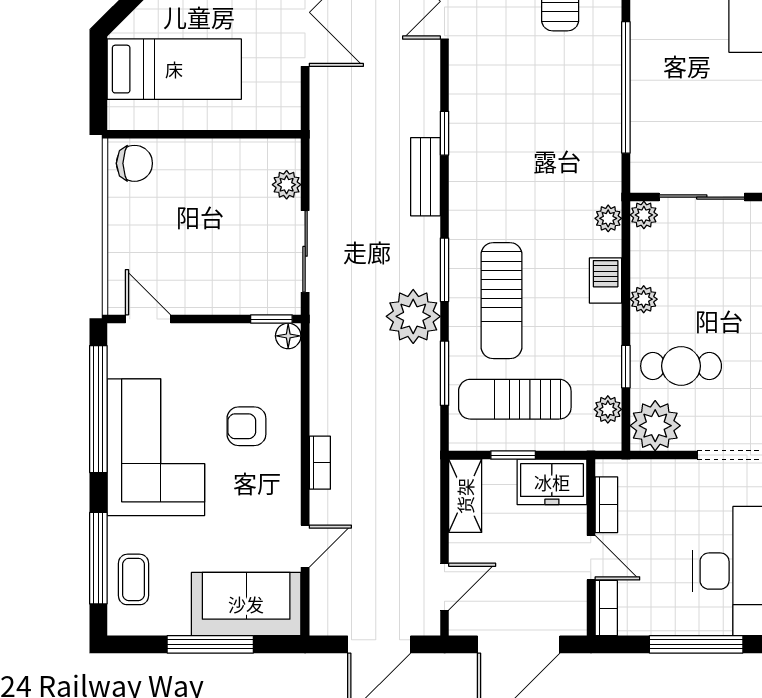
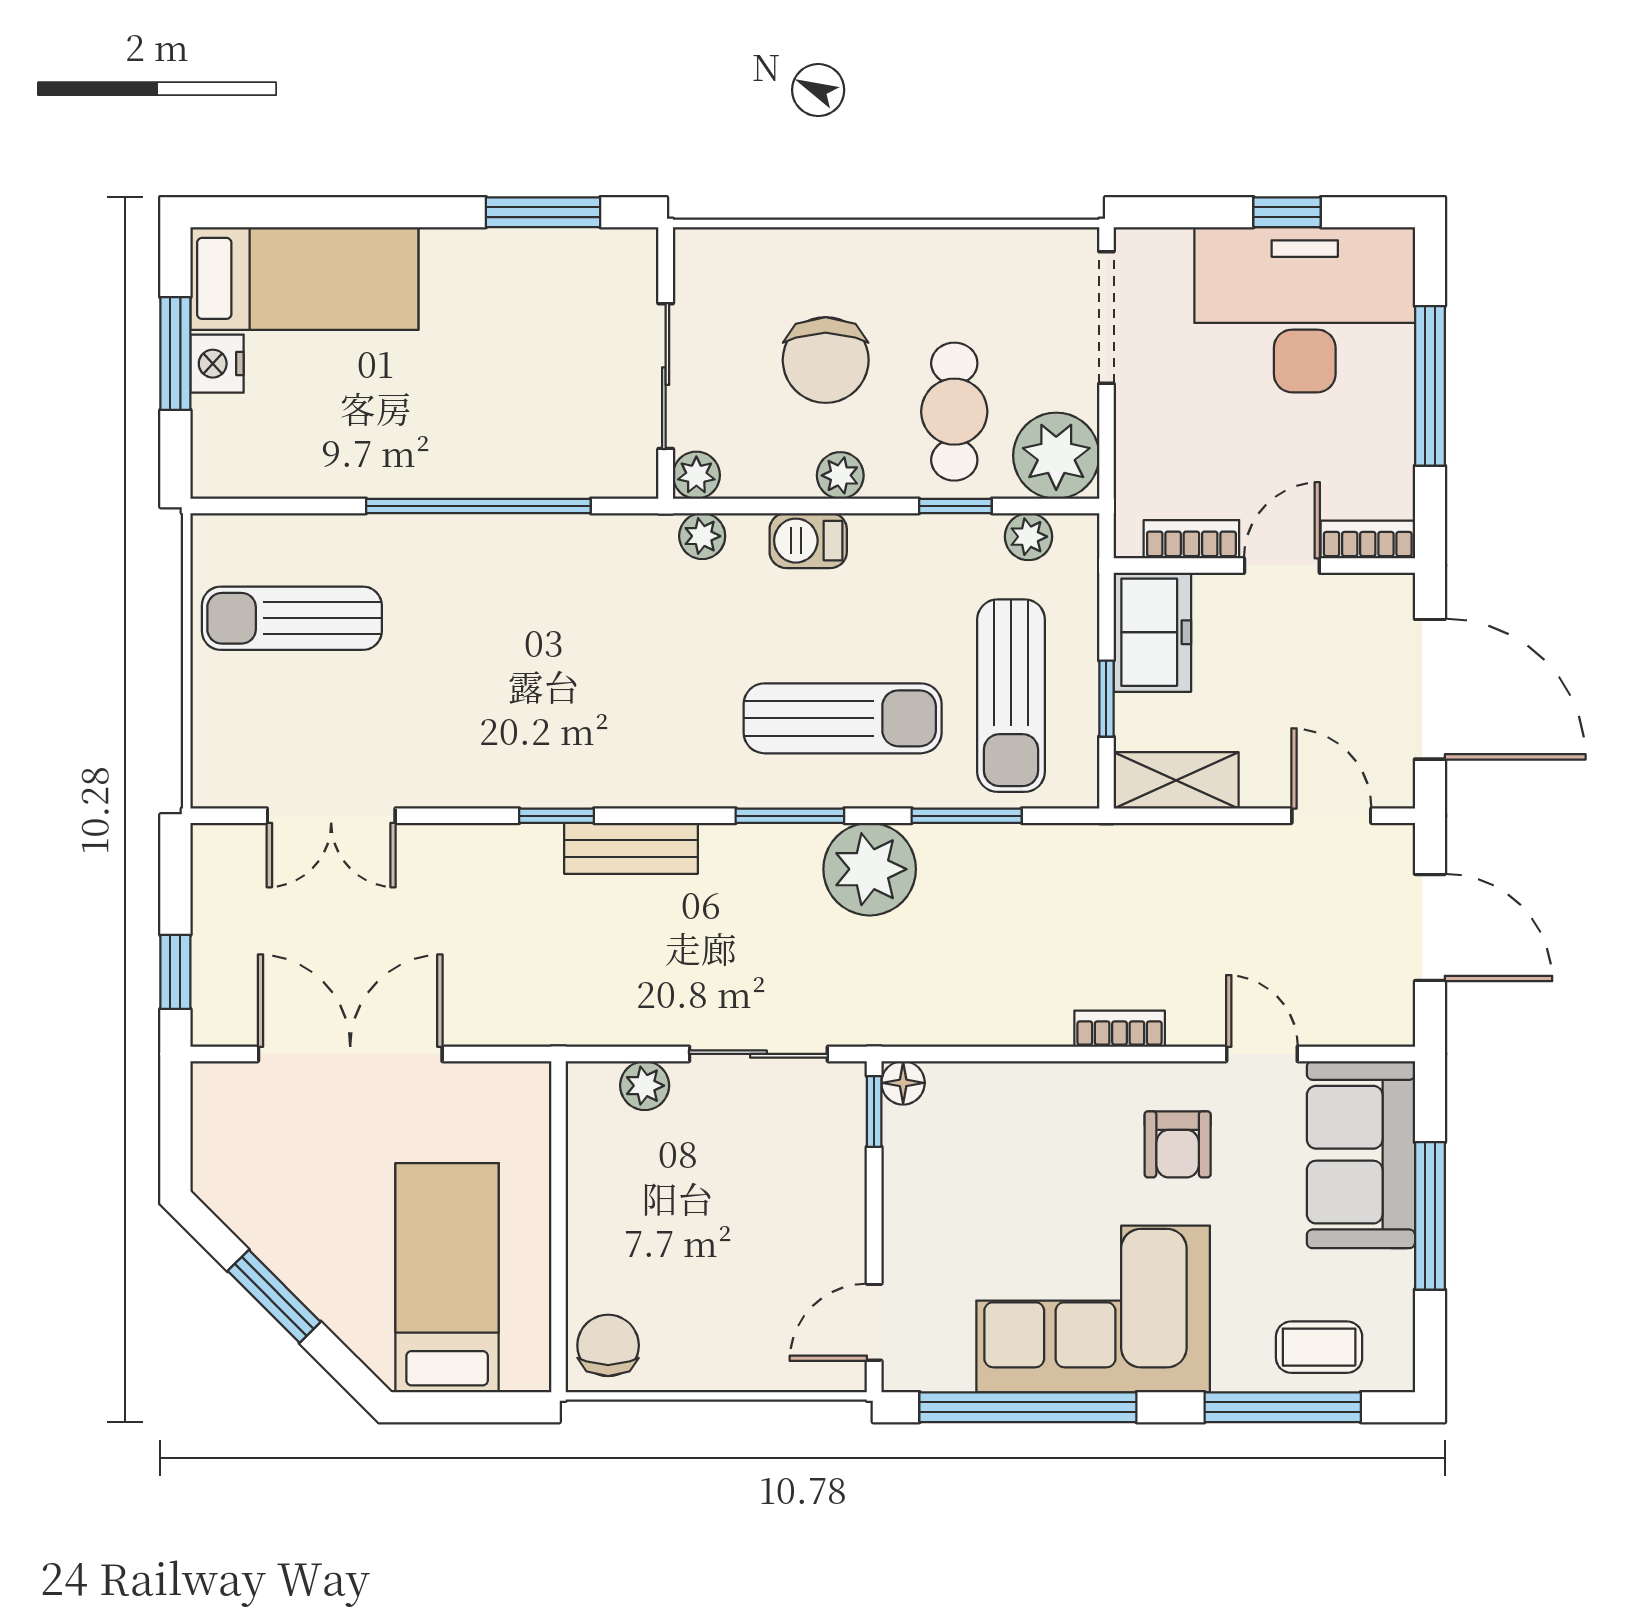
chair: (711, 291) -> (826, 360), added
armchair: (246, 426) -> (1178, 1144), moved

